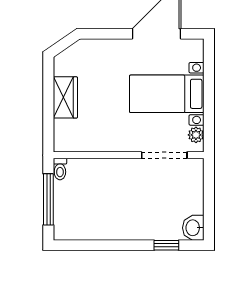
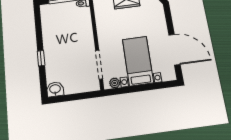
window: (166, 245) -> (41, 58), moved

